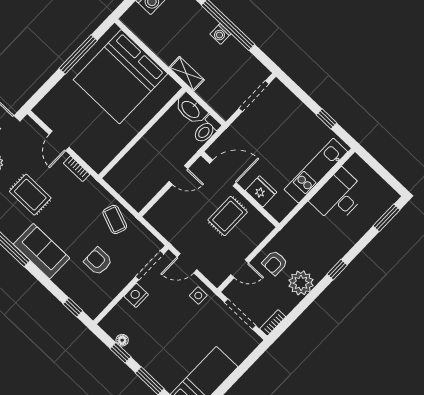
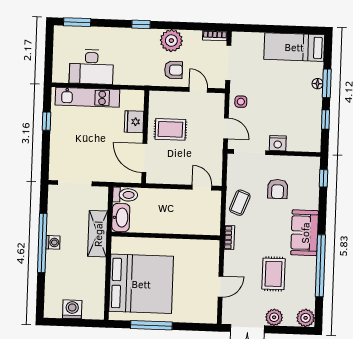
shelving: (187, 74) -> (98, 234), width x1.50, depth x1.33
bookcase: (77, 169) -> (229, 238), moved
door: (178, 175) -> (202, 188), moved
floor lamp: (122, 340) -> (318, 84), moved

